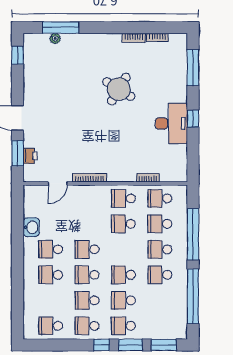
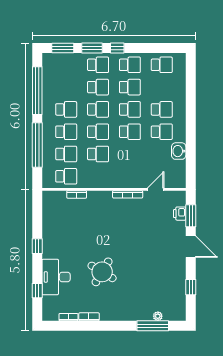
window: (18, 55) -> (191, 287), moved
window: (193, 68) -> (37, 291), width x0.46
desk: (171, 124) -> (56, 277), moved
school desk: (123, 198) -> (98, 132), moved

